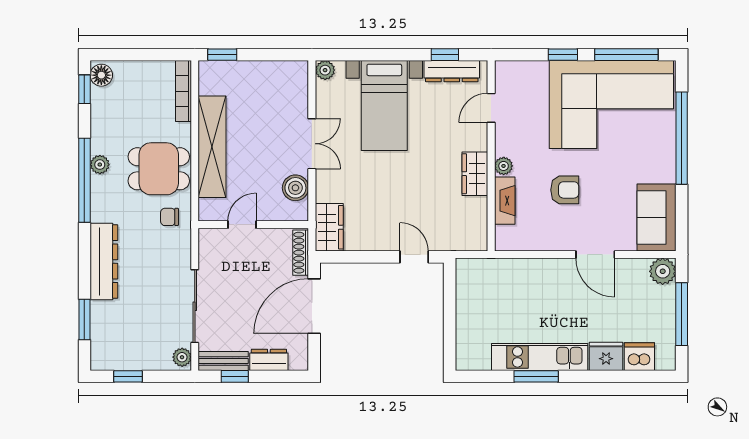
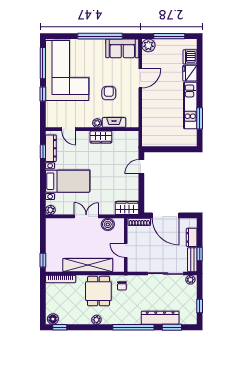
window: (682, 138) -> (100, 36), moved
window: (84, 180) -> (133, 327), moved
dresser: (104, 261) -> (160, 318), moved
window: (536, 376) -> (200, 118), moved

